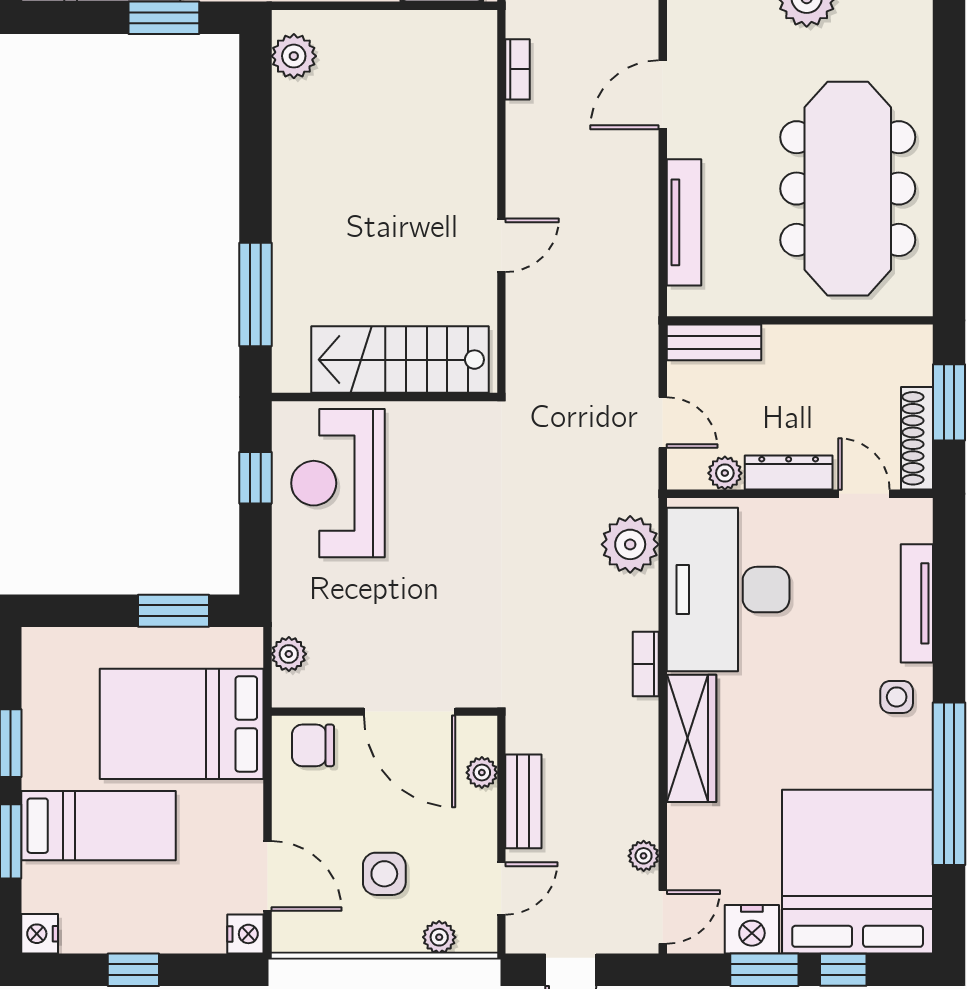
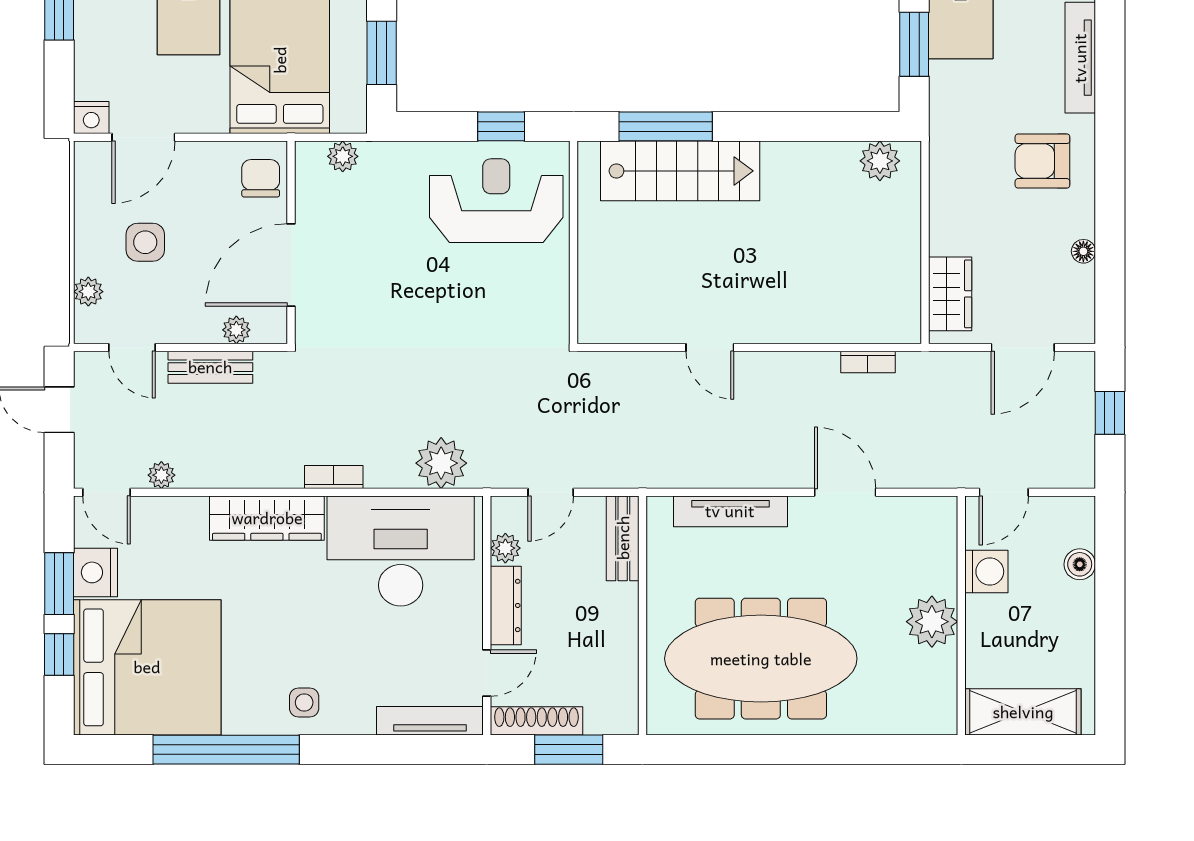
stairs: (400, 360) -> (680, 171), moved, turned 90
tv unit: (917, 603) -> (430, 721), moved

